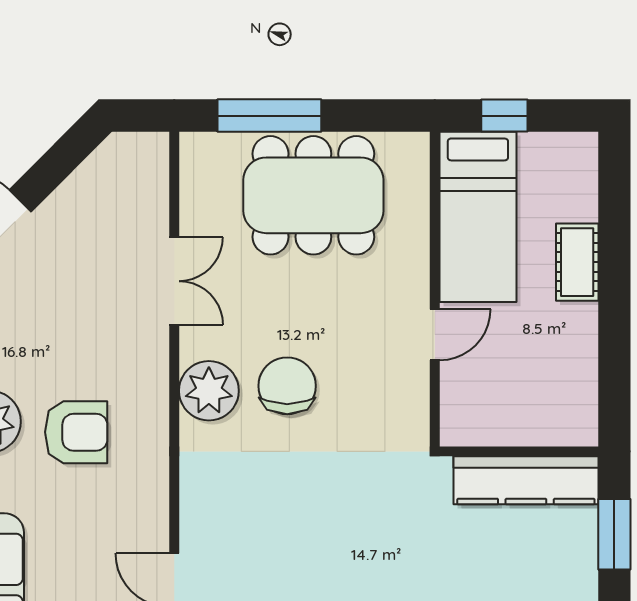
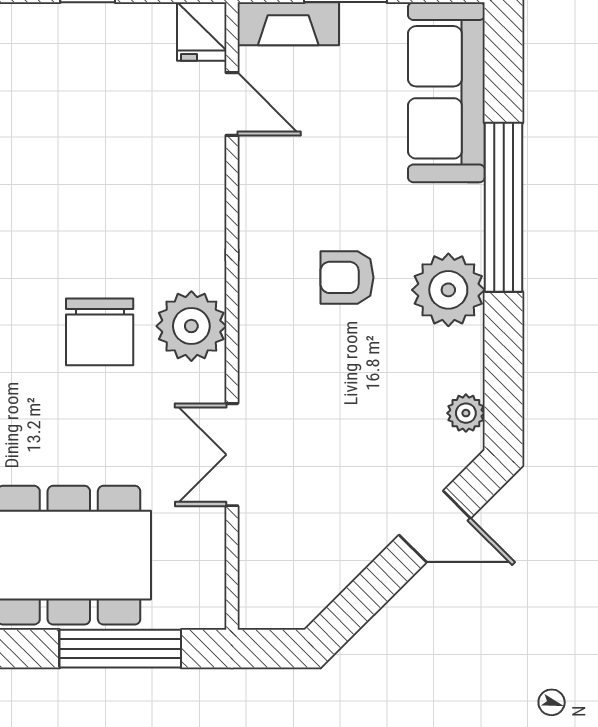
armchair: (76, 432) -> (347, 277), width x0.72, depth x0.72

